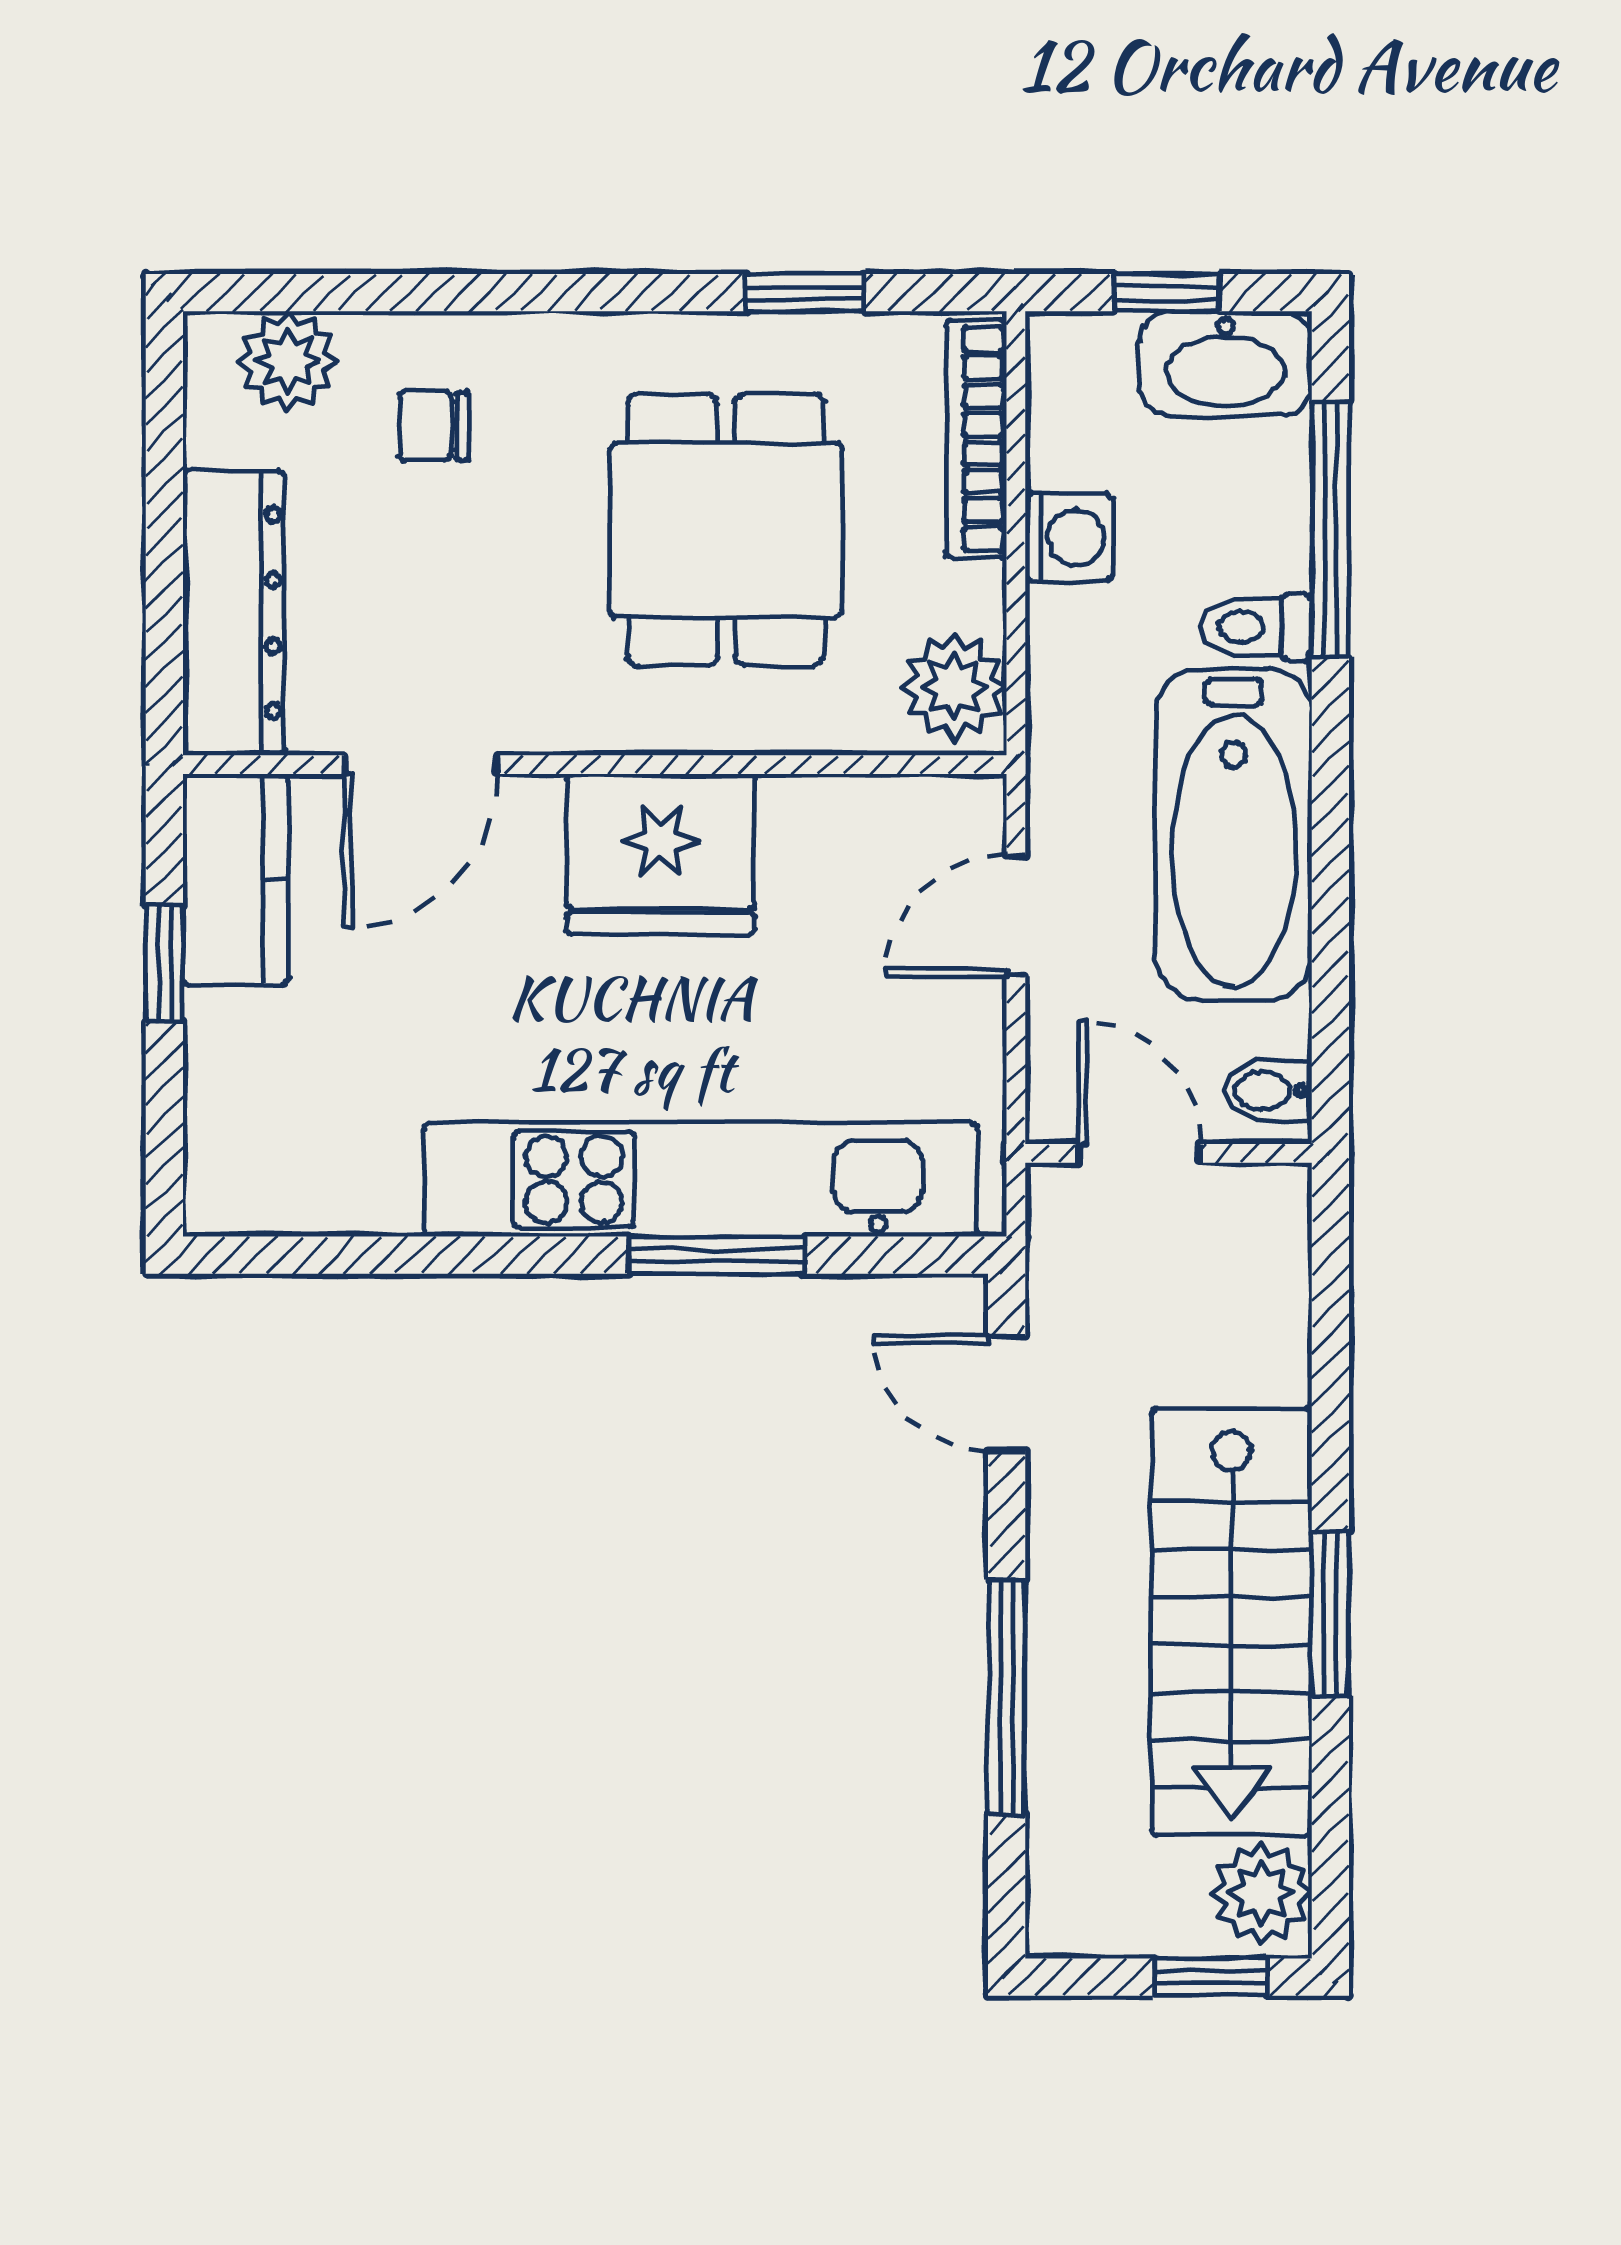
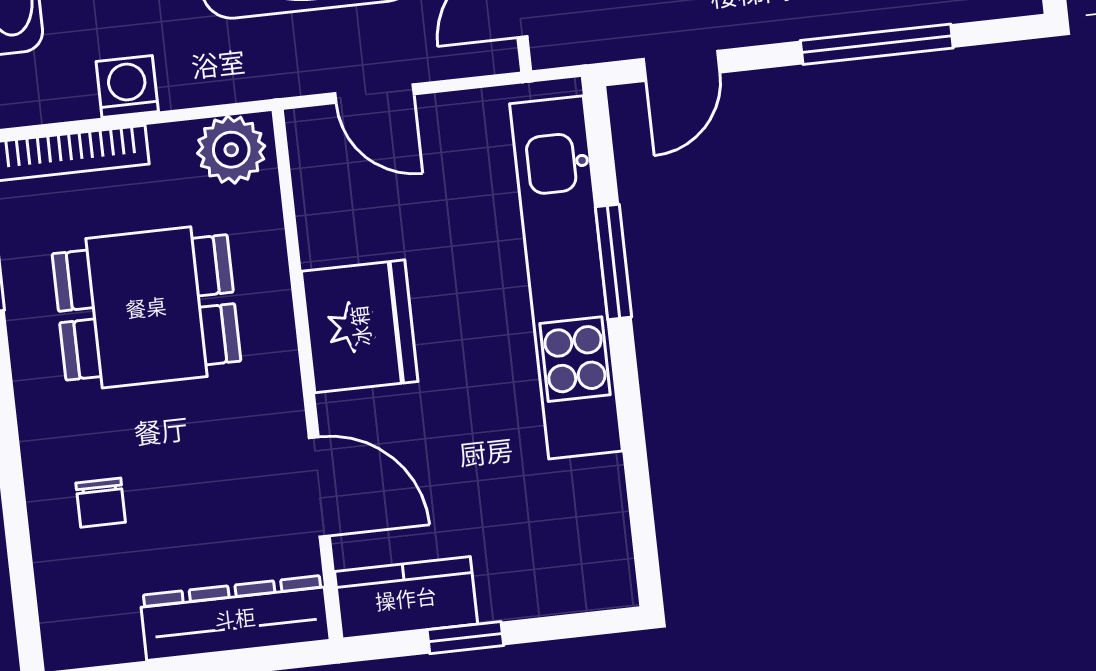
plant: (288, 361) -> (69, 601), removed

